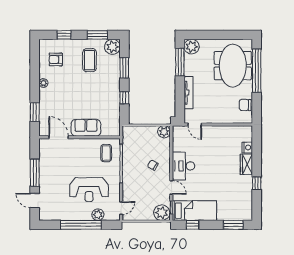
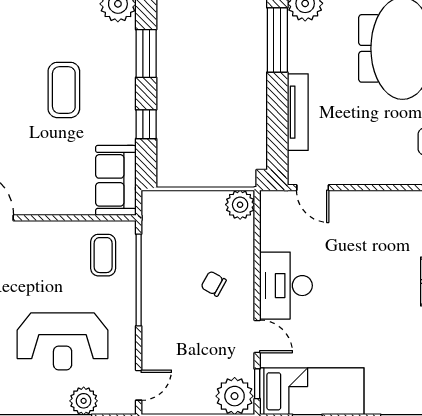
coffee table: (90, 60) -> (64, 90), moved
sofa: (86, 128) -> (116, 180), moved, turned -90

